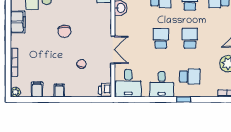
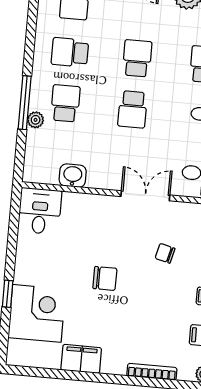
school desk: (161, 38) -> (133, 109), turned -90
school desk: (190, 38) -> (137, 58), turned 90

